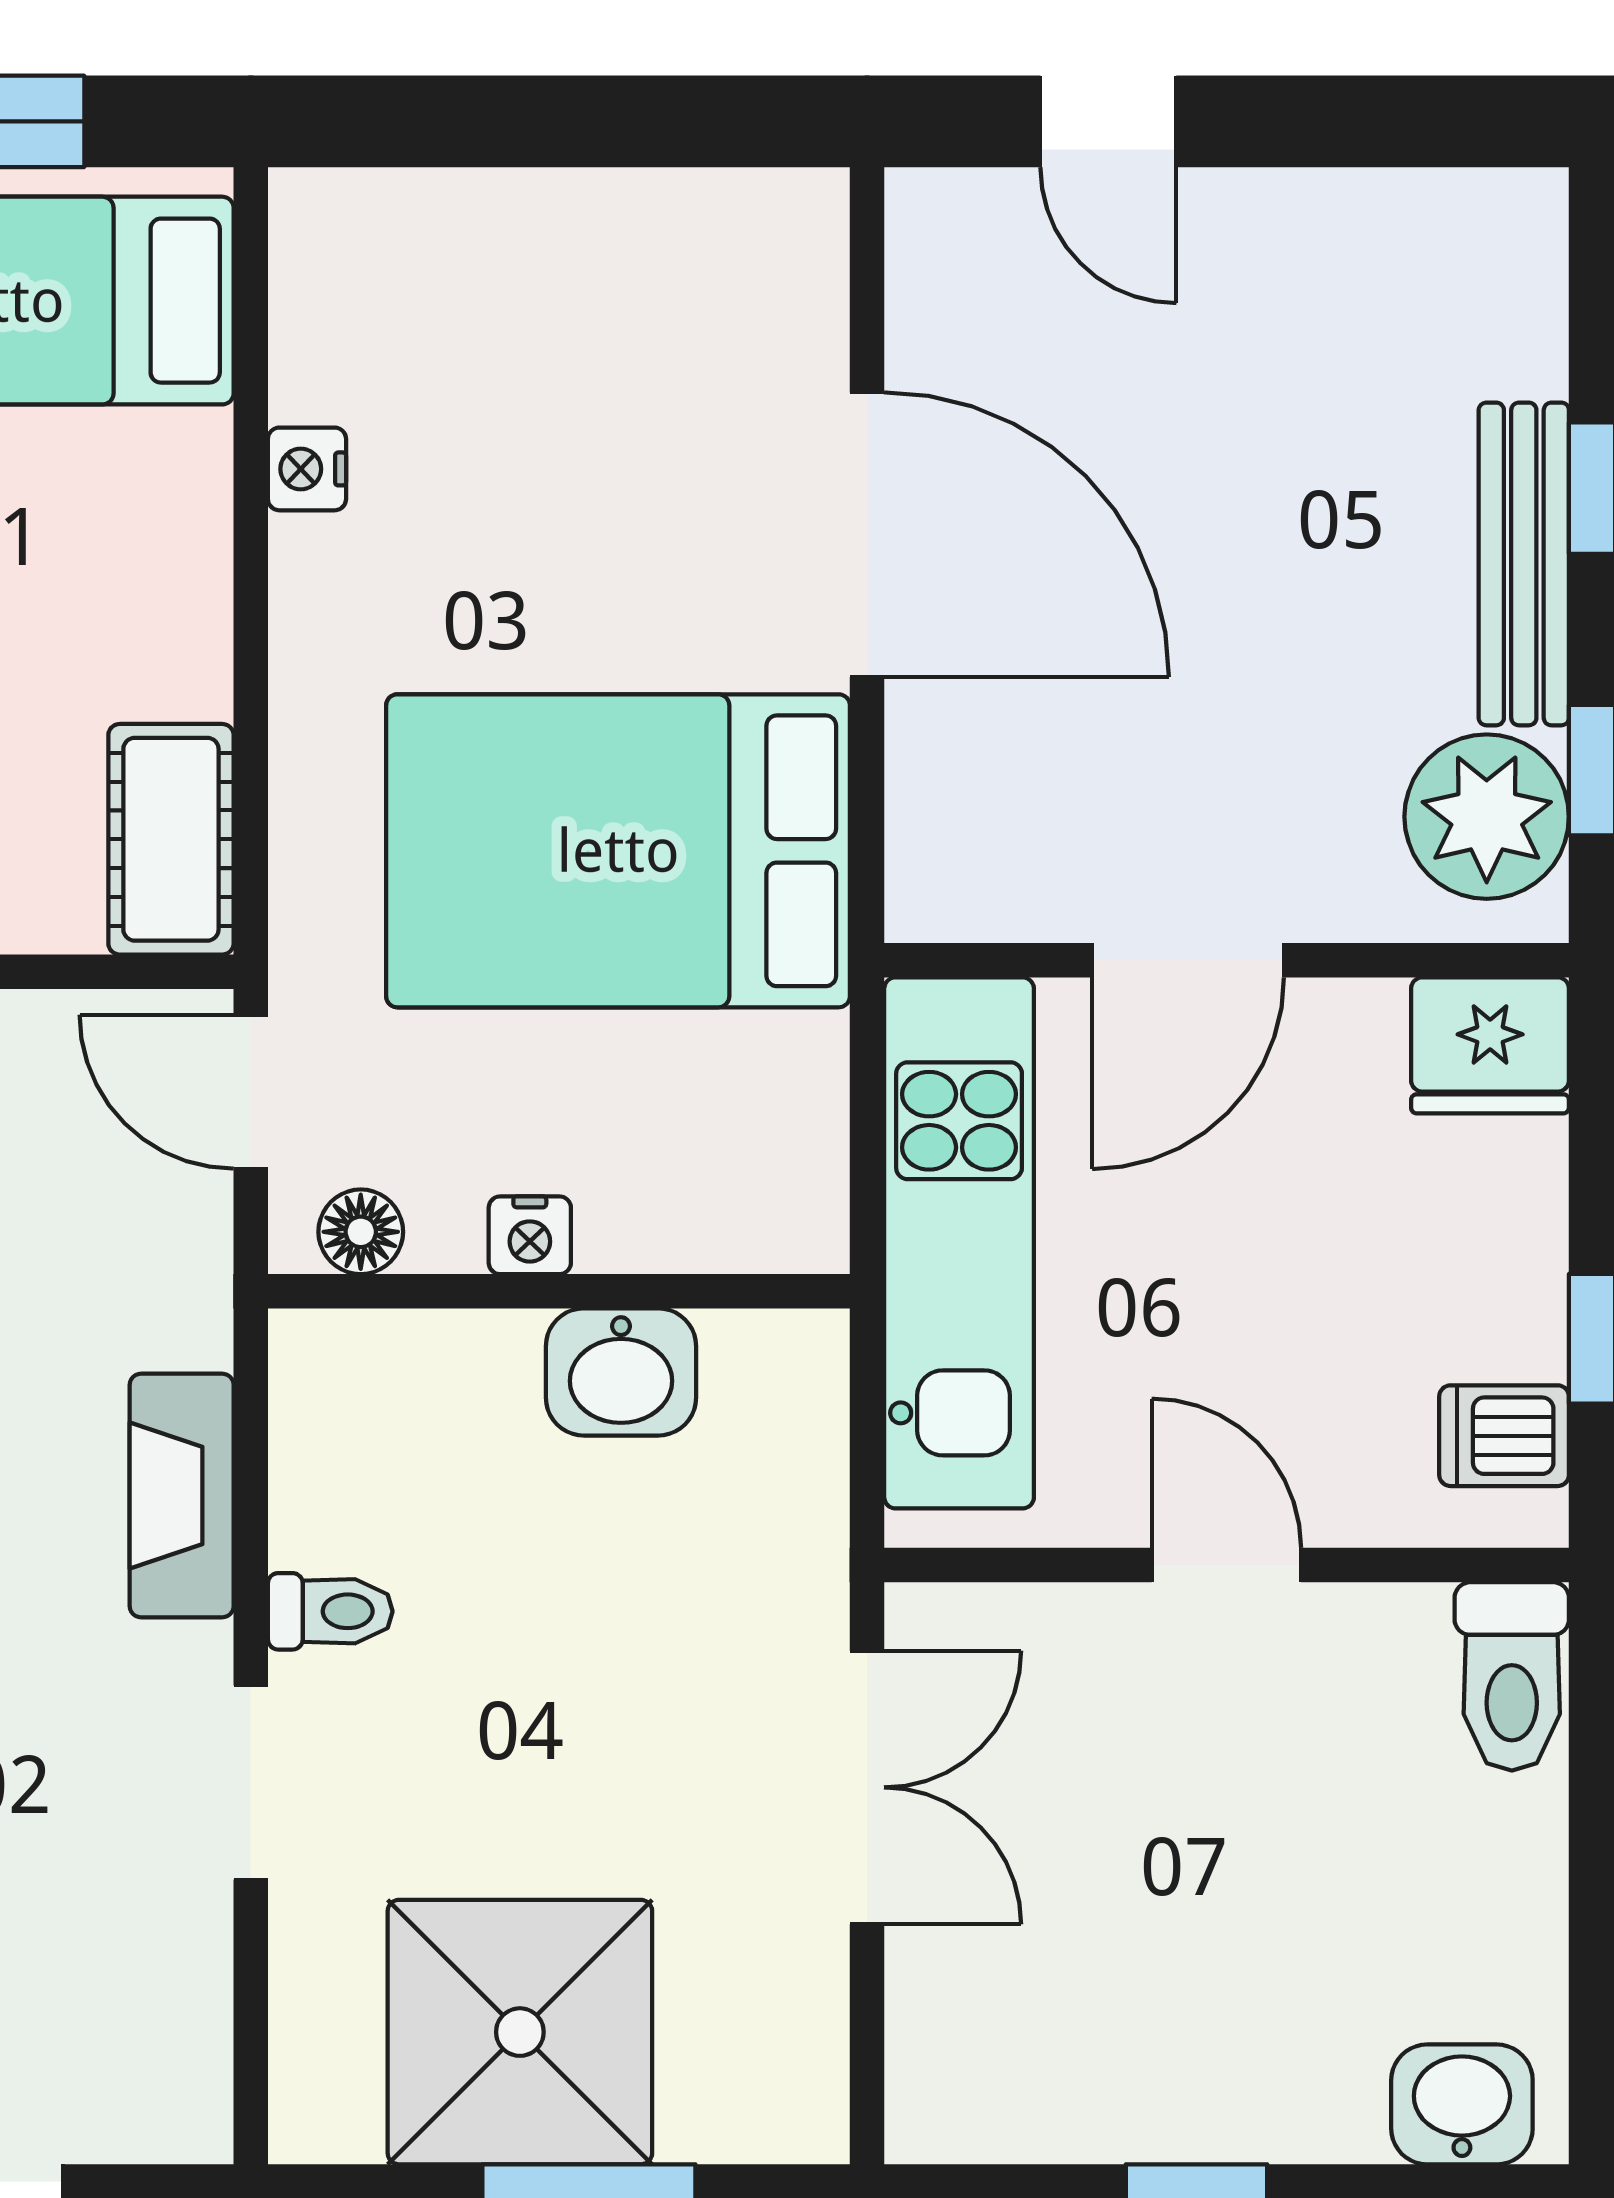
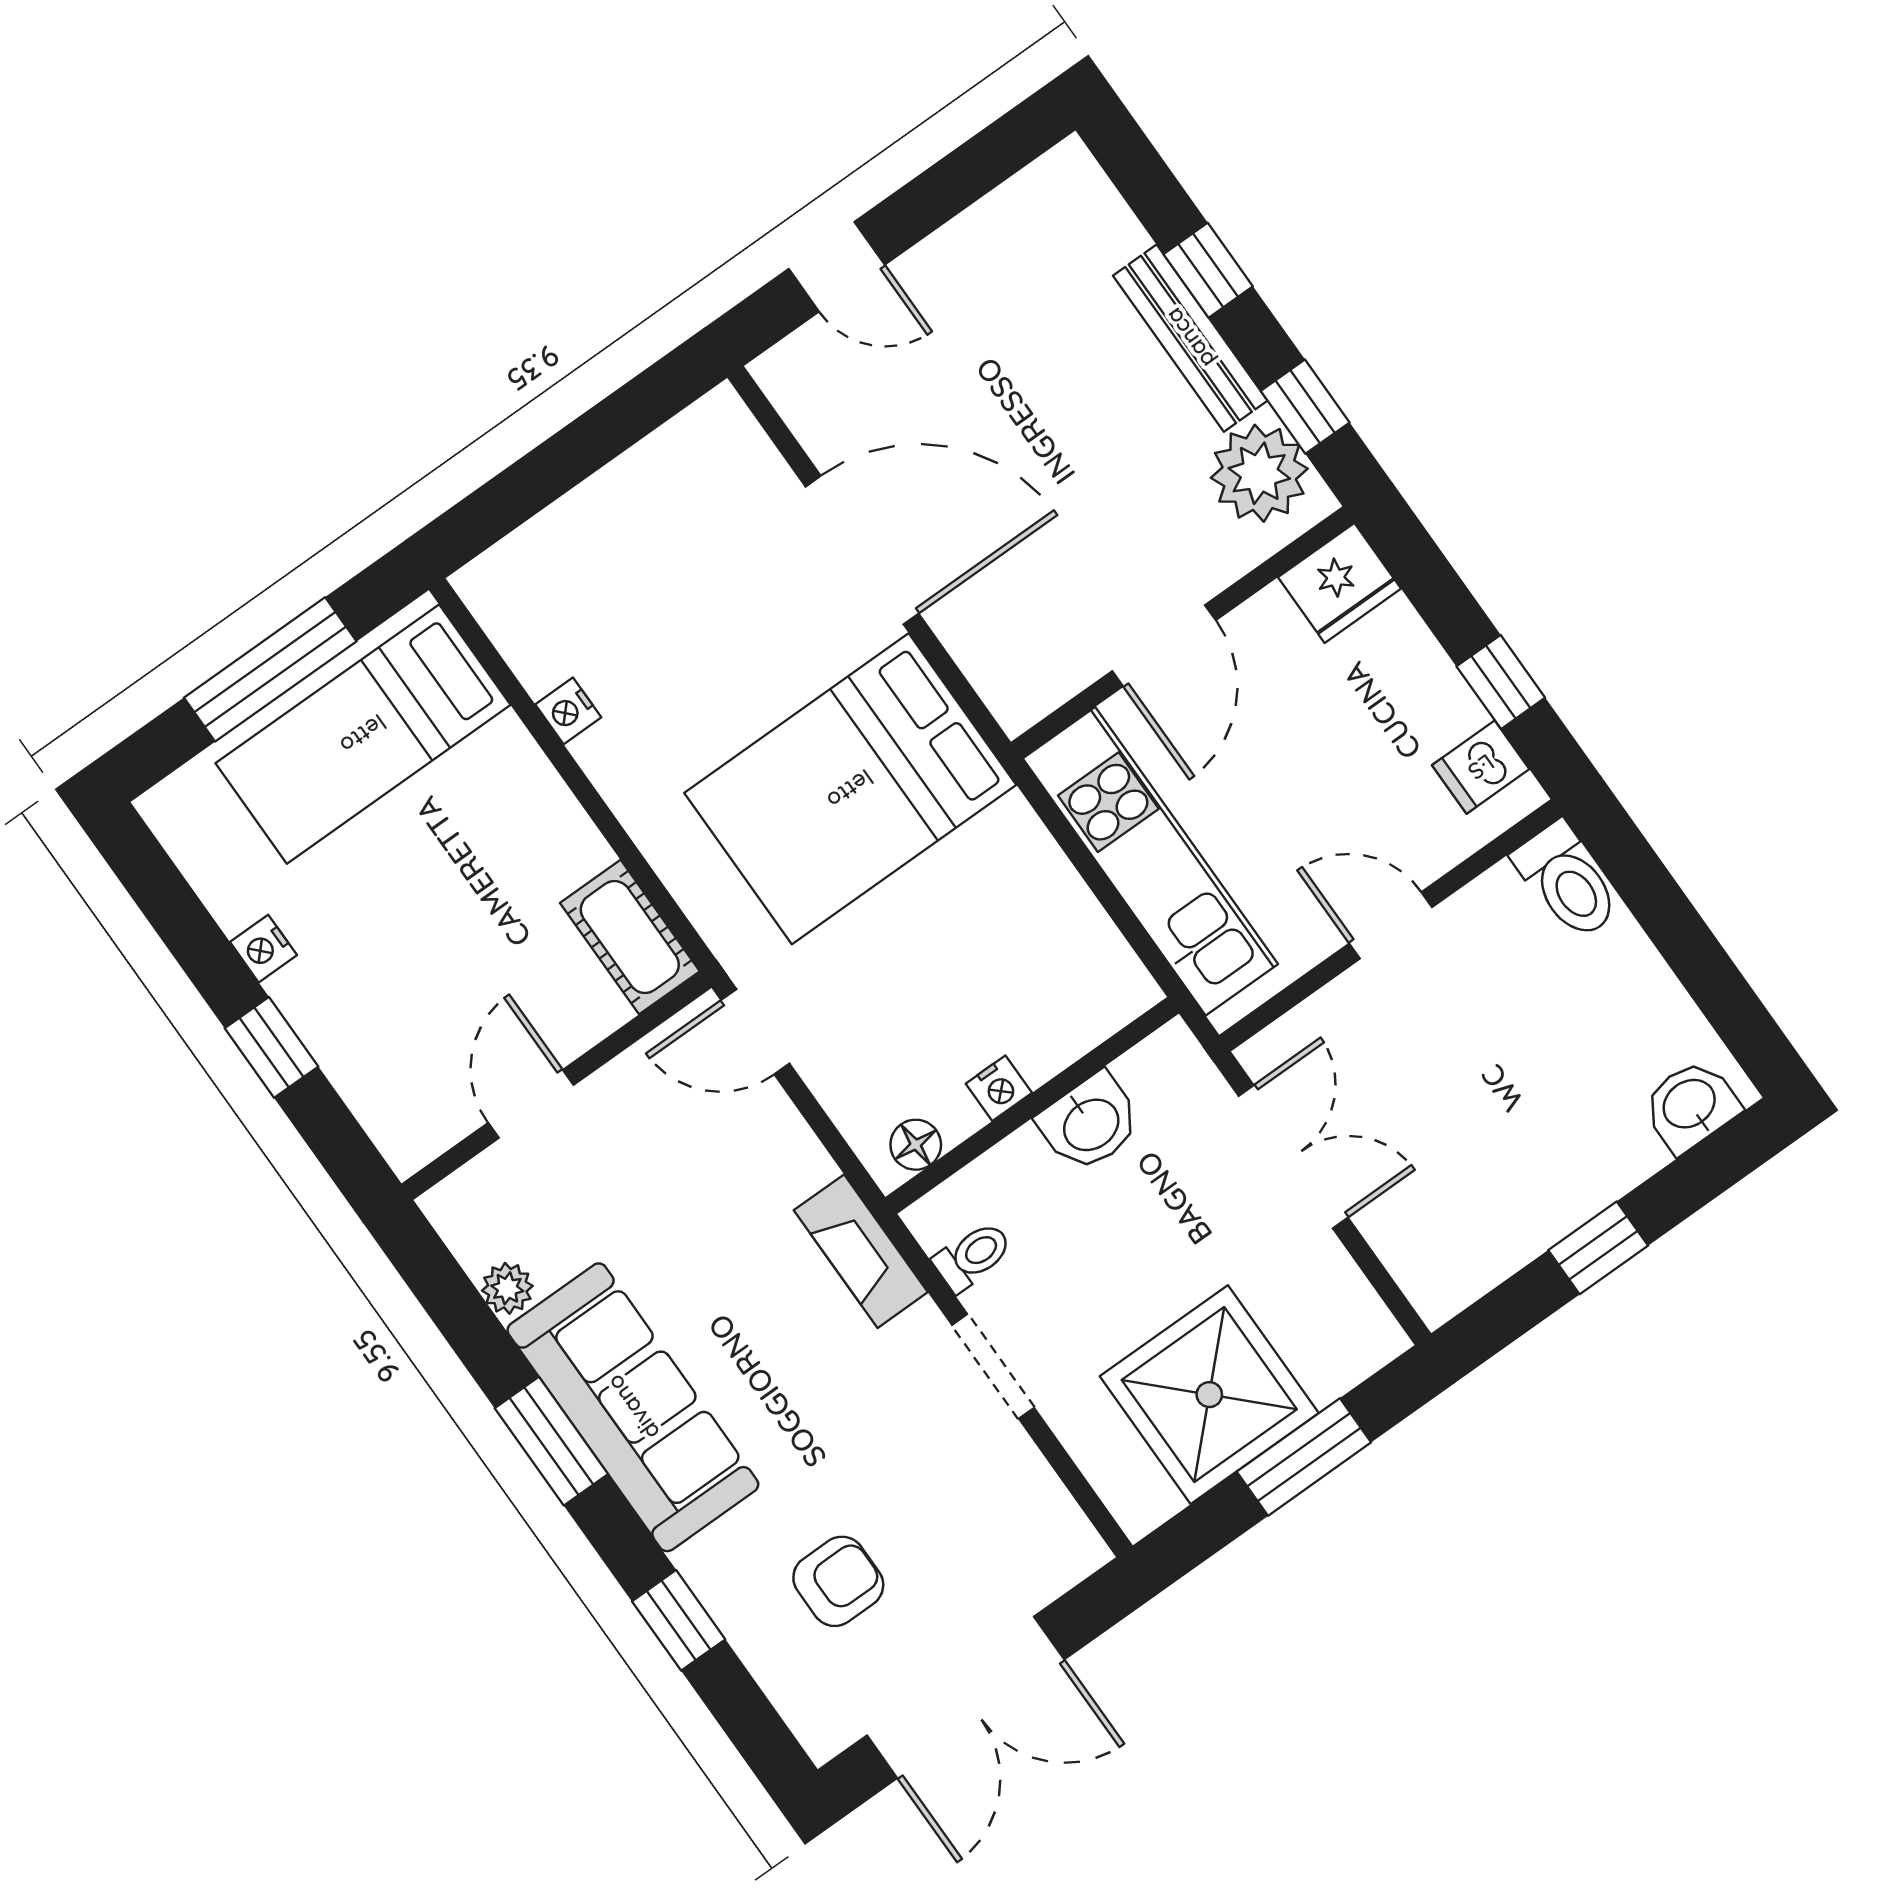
floor lamp: (361, 1232) -> (916, 1145), moved
nightstand: (530, 1235) -> (999, 1088), moved
wall: (559, 1291) -> (1032, 1105), moved
washbasin: (621, 1372) -> (1090, 1123), moved

